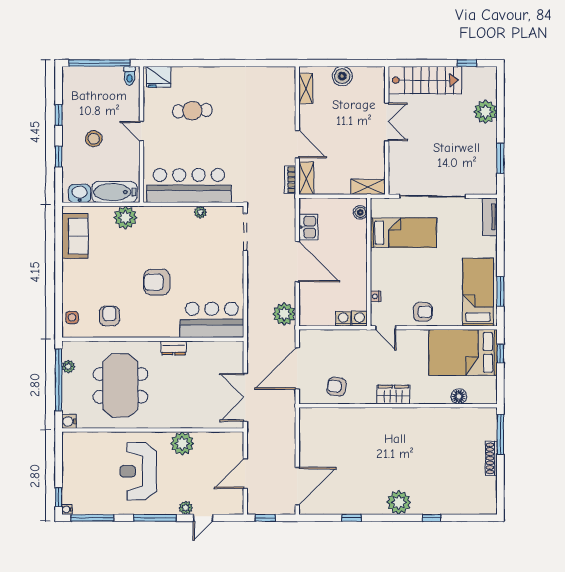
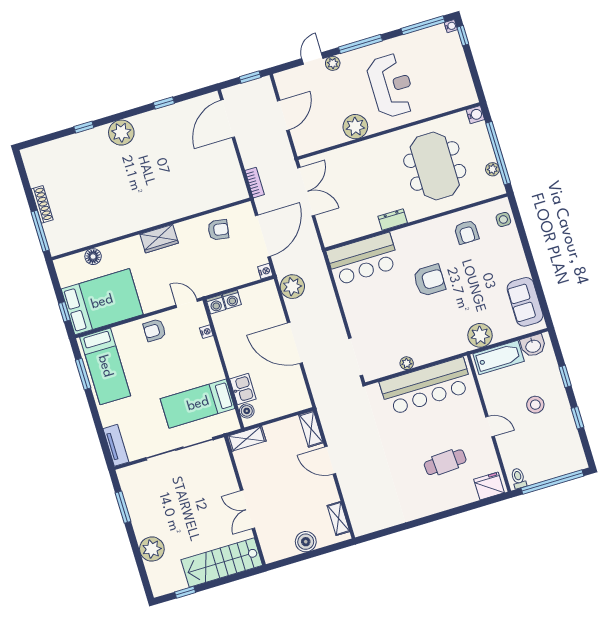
bookcase: (290, 180) -> (255, 183), moved
kitchen sink: (308, 227) -> (243, 389), moved, turned 180
nightstand: (305, 336) -> (265, 271), added

